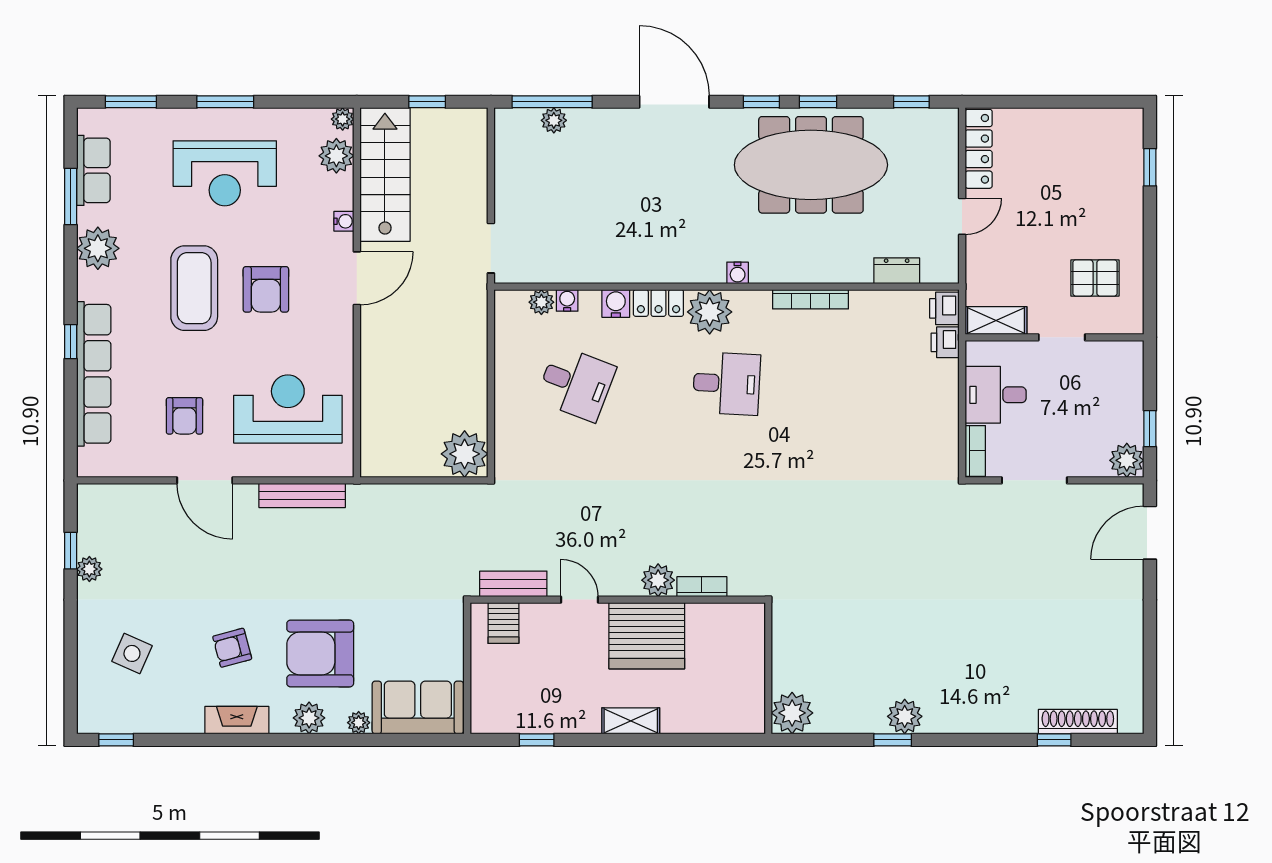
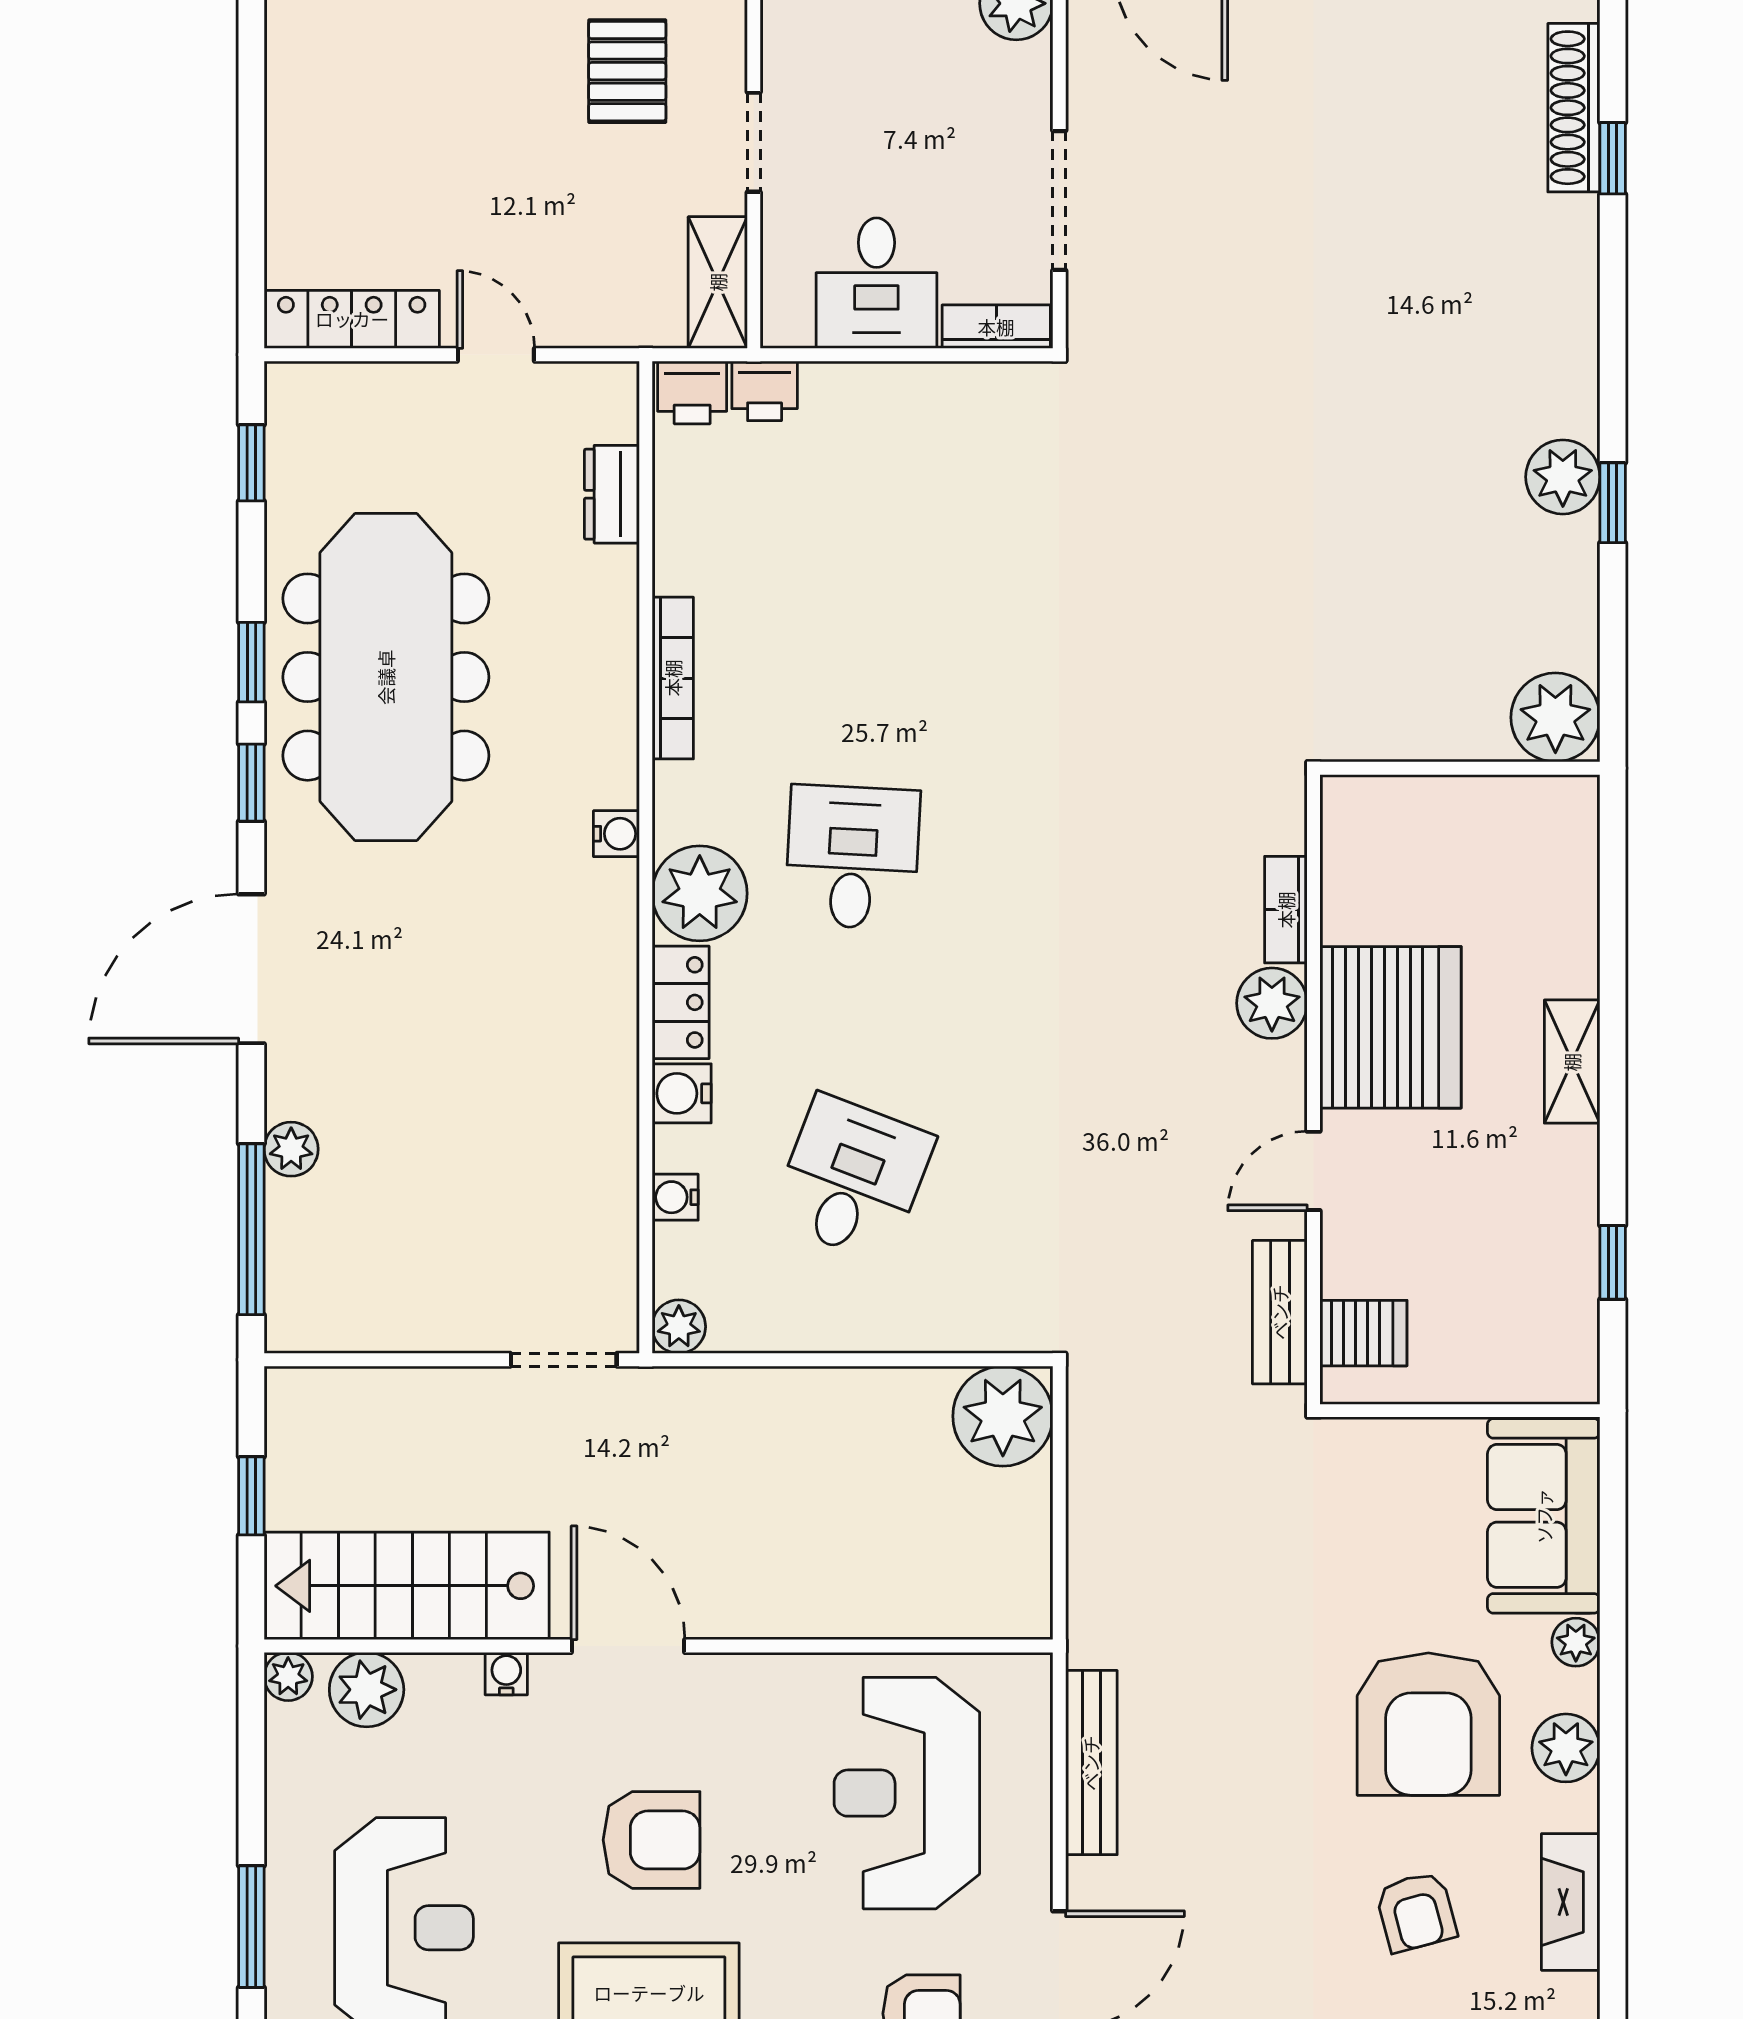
plant: (554, 120) -> (291, 1149), moved
plant: (541, 302) -> (679, 1327), moved

